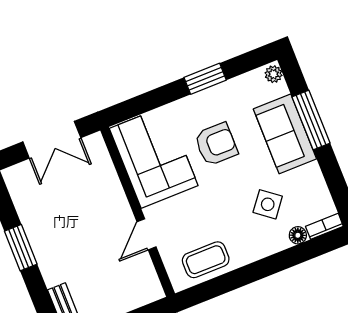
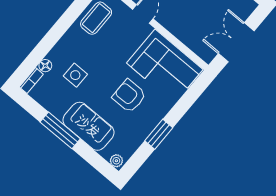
window: (311, 120) -> (60, 130), moved
armchair: (216, 144) -> (129, 96), turned 90
side table: (268, 204) -> (75, 75), turned -38

